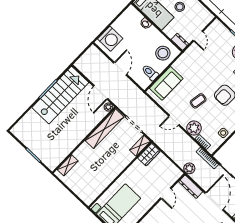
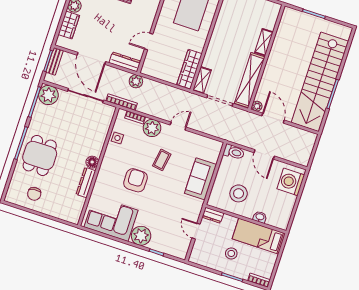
stool: (163, 53) -> (239, 193), moved
toilet: (150, 73) -> (234, 152), moved
sofa: (166, 83) -> (201, 179), moved
stairs: (60, 95) -> (320, 82), width x1.36
wardrobe: (149, 155) -> (189, 69), width x1.50
shelving: (68, 165) -> (264, 42), moved
door: (166, 193) -> (149, 42), hinge flipped

